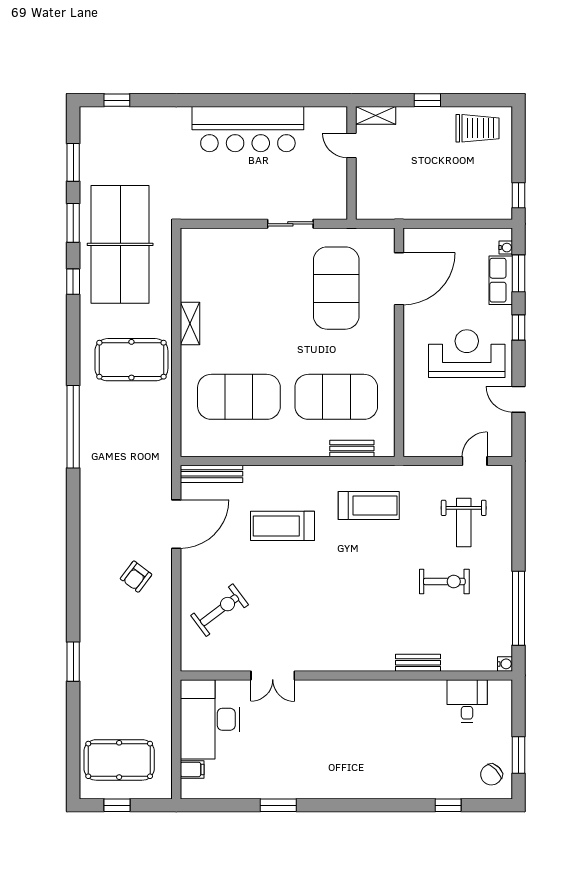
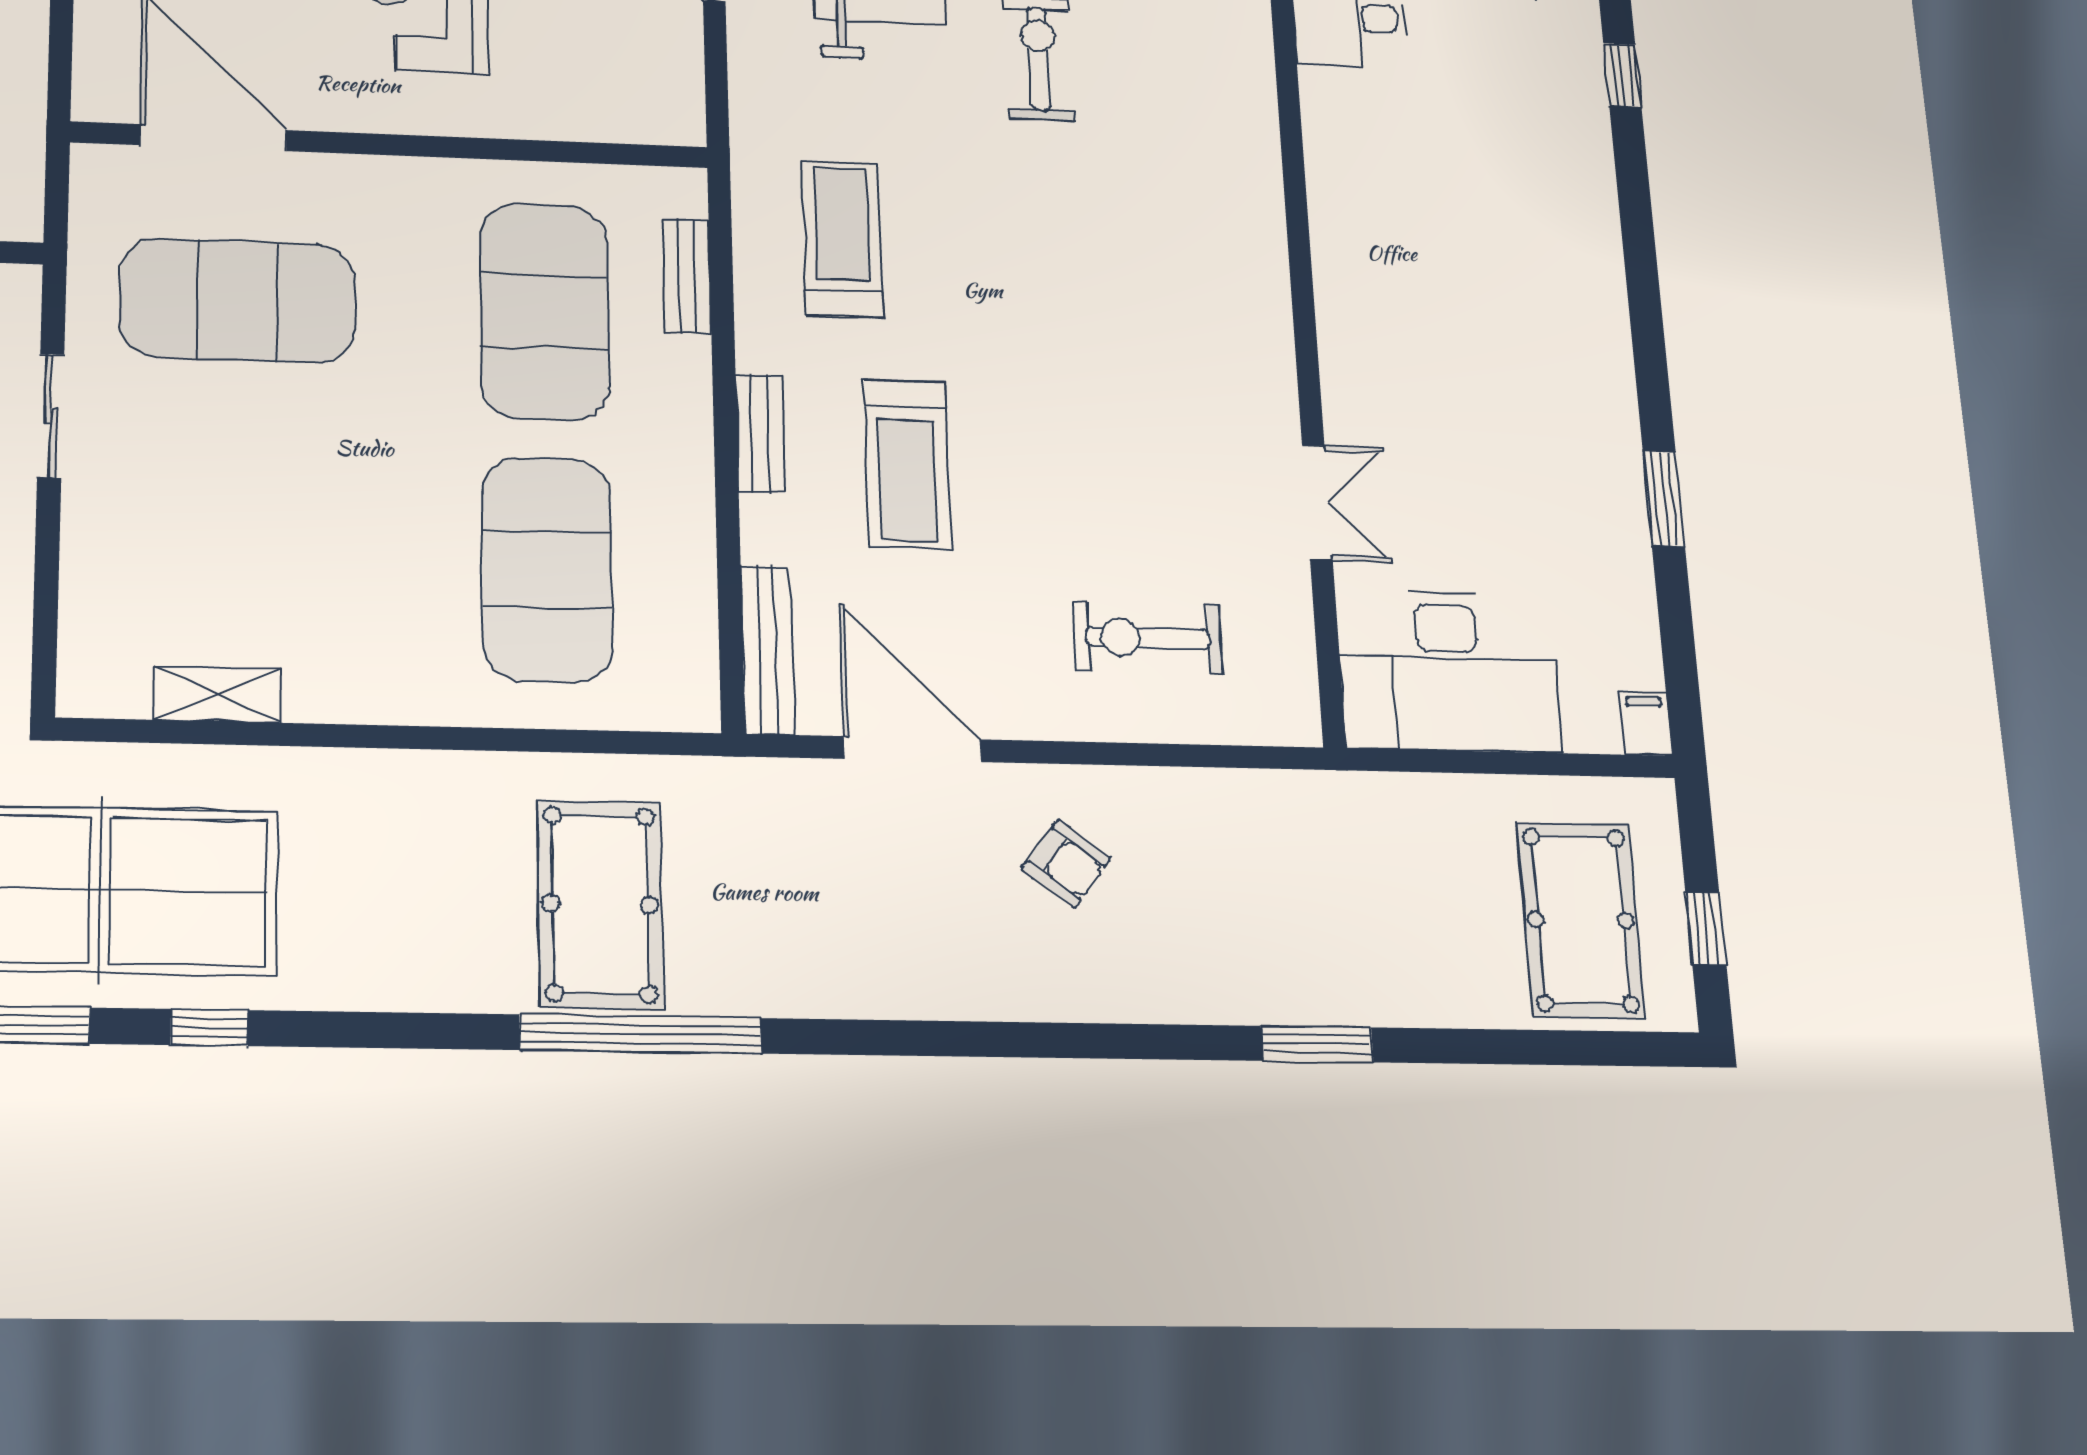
shelving: (190, 324) -> (217, 694), moved
pool table: (131, 360) -> (600, 904), moved
exercise bike: (220, 610) -> (1148, 638), turned -53
bench: (418, 663) -> (761, 434), moved
filing cabinet: (192, 769) -> (1646, 724), moved

